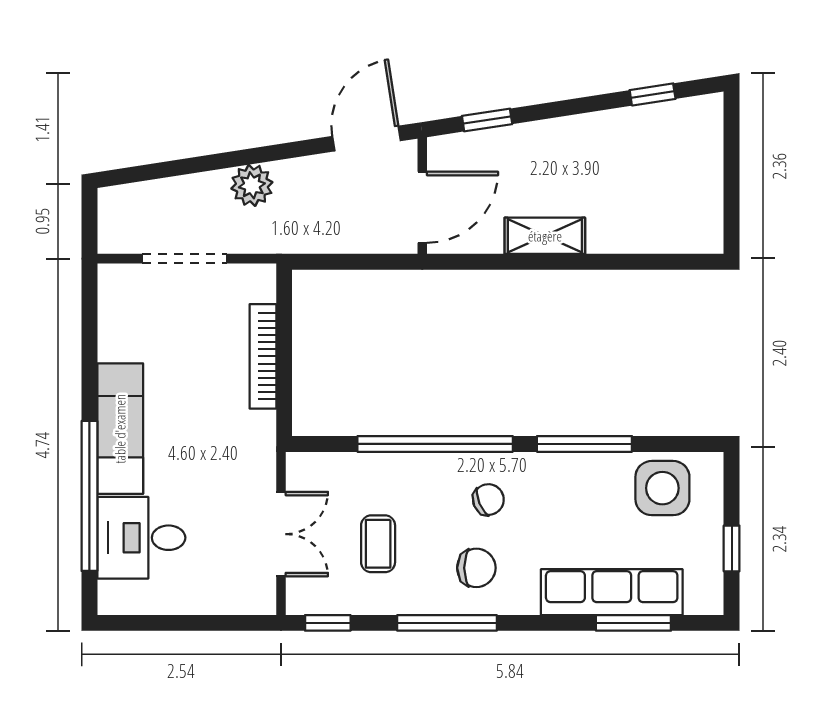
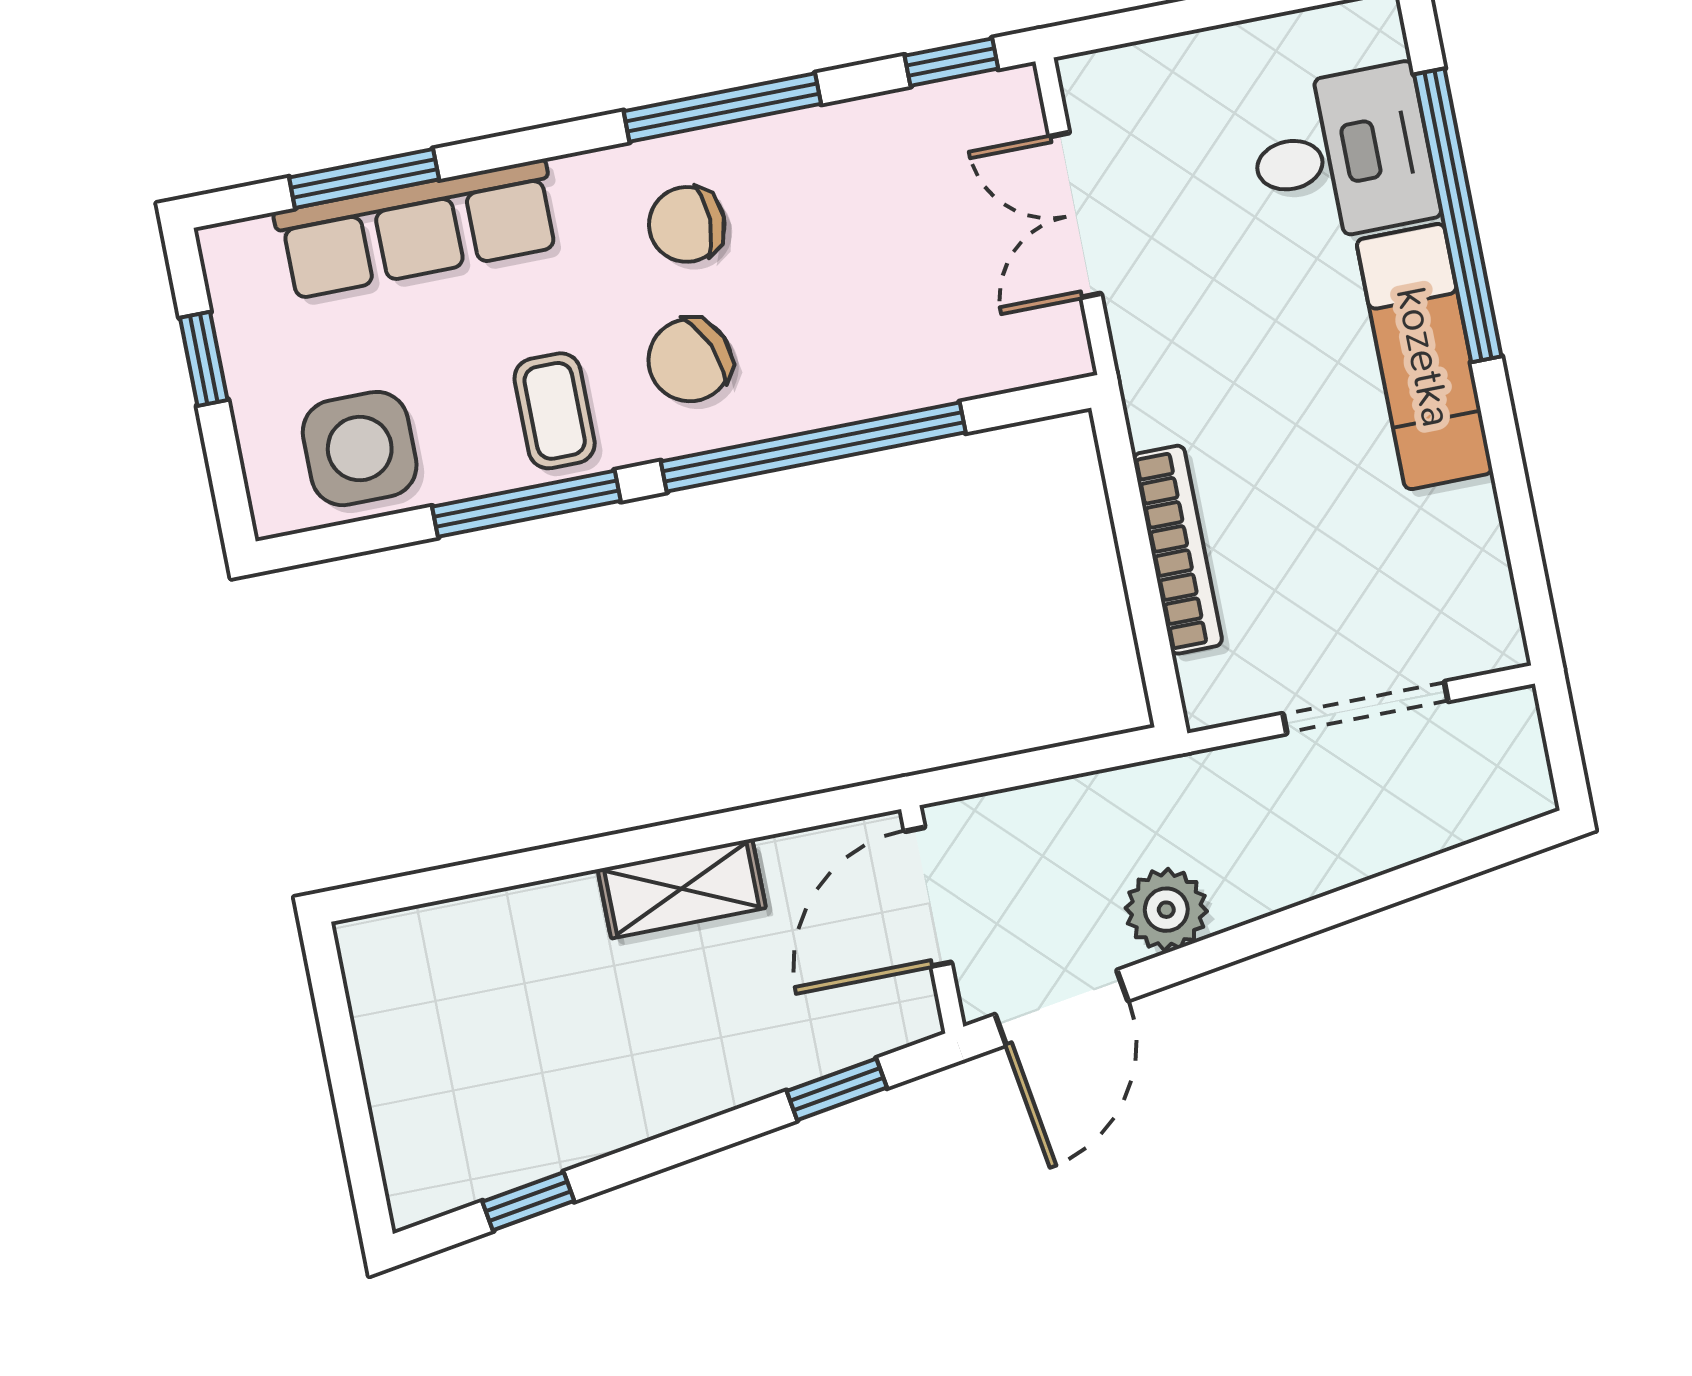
plant: (252, 185) -> (1166, 910), moved
chair: (488, 500) -> (690, 360), width x1.37, depth x1.37
coffee table: (378, 544) -> (555, 411), moved

